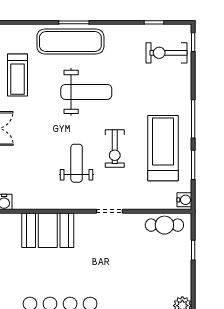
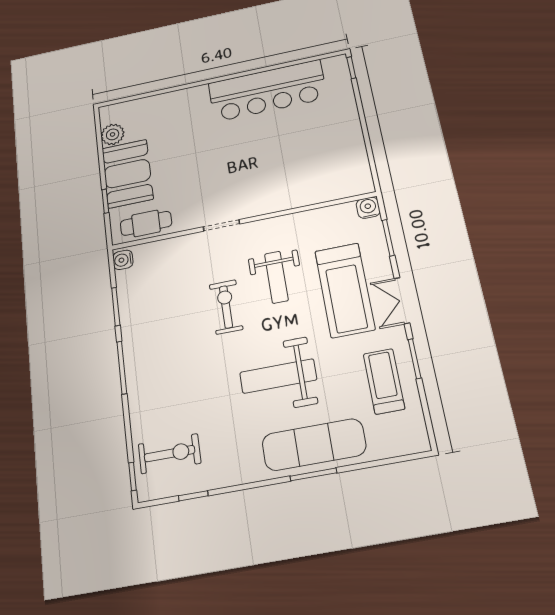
treadmill: (163, 148) -> (345, 290), moved
booth: (48, 230) -> (127, 174), moved, turned 90

